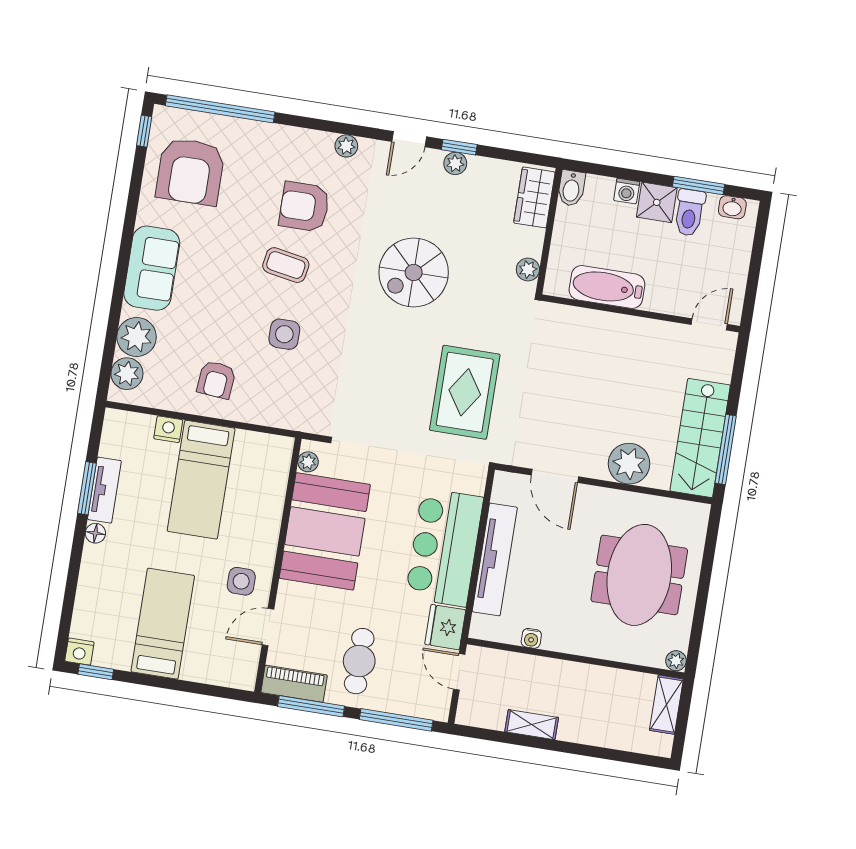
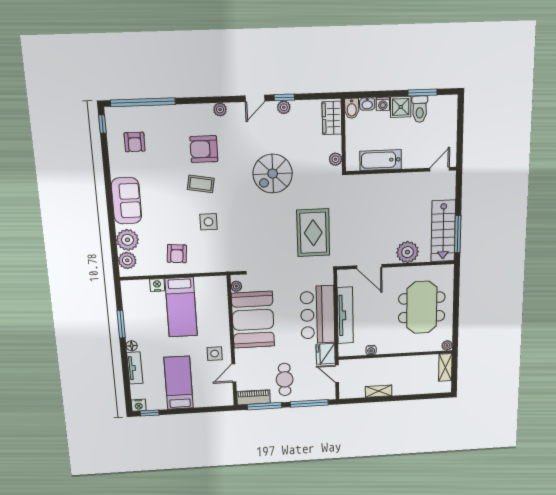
armchair: (190, 171) -> (135, 142), width x0.53, depth x0.53
washbasin: (732, 207) -> (367, 104), moved
tv unit: (104, 490) -> (135, 368), moved

